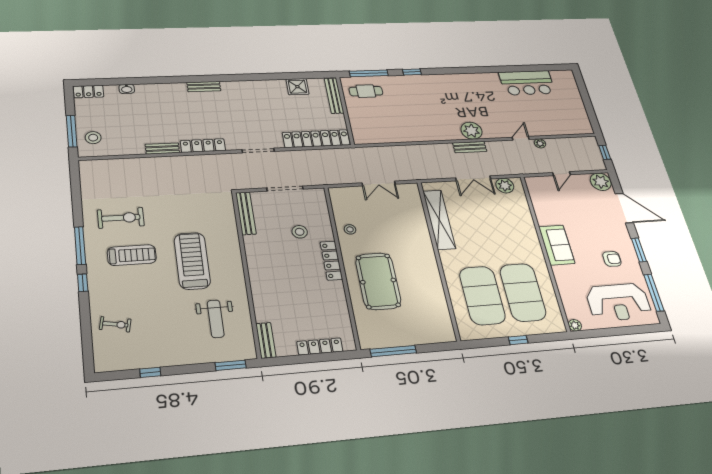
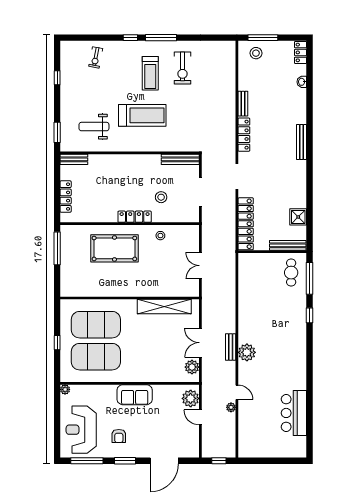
bench: (204, 87) -> (301, 142), width x1.36
plant: (601, 182) -> (191, 398), moved

